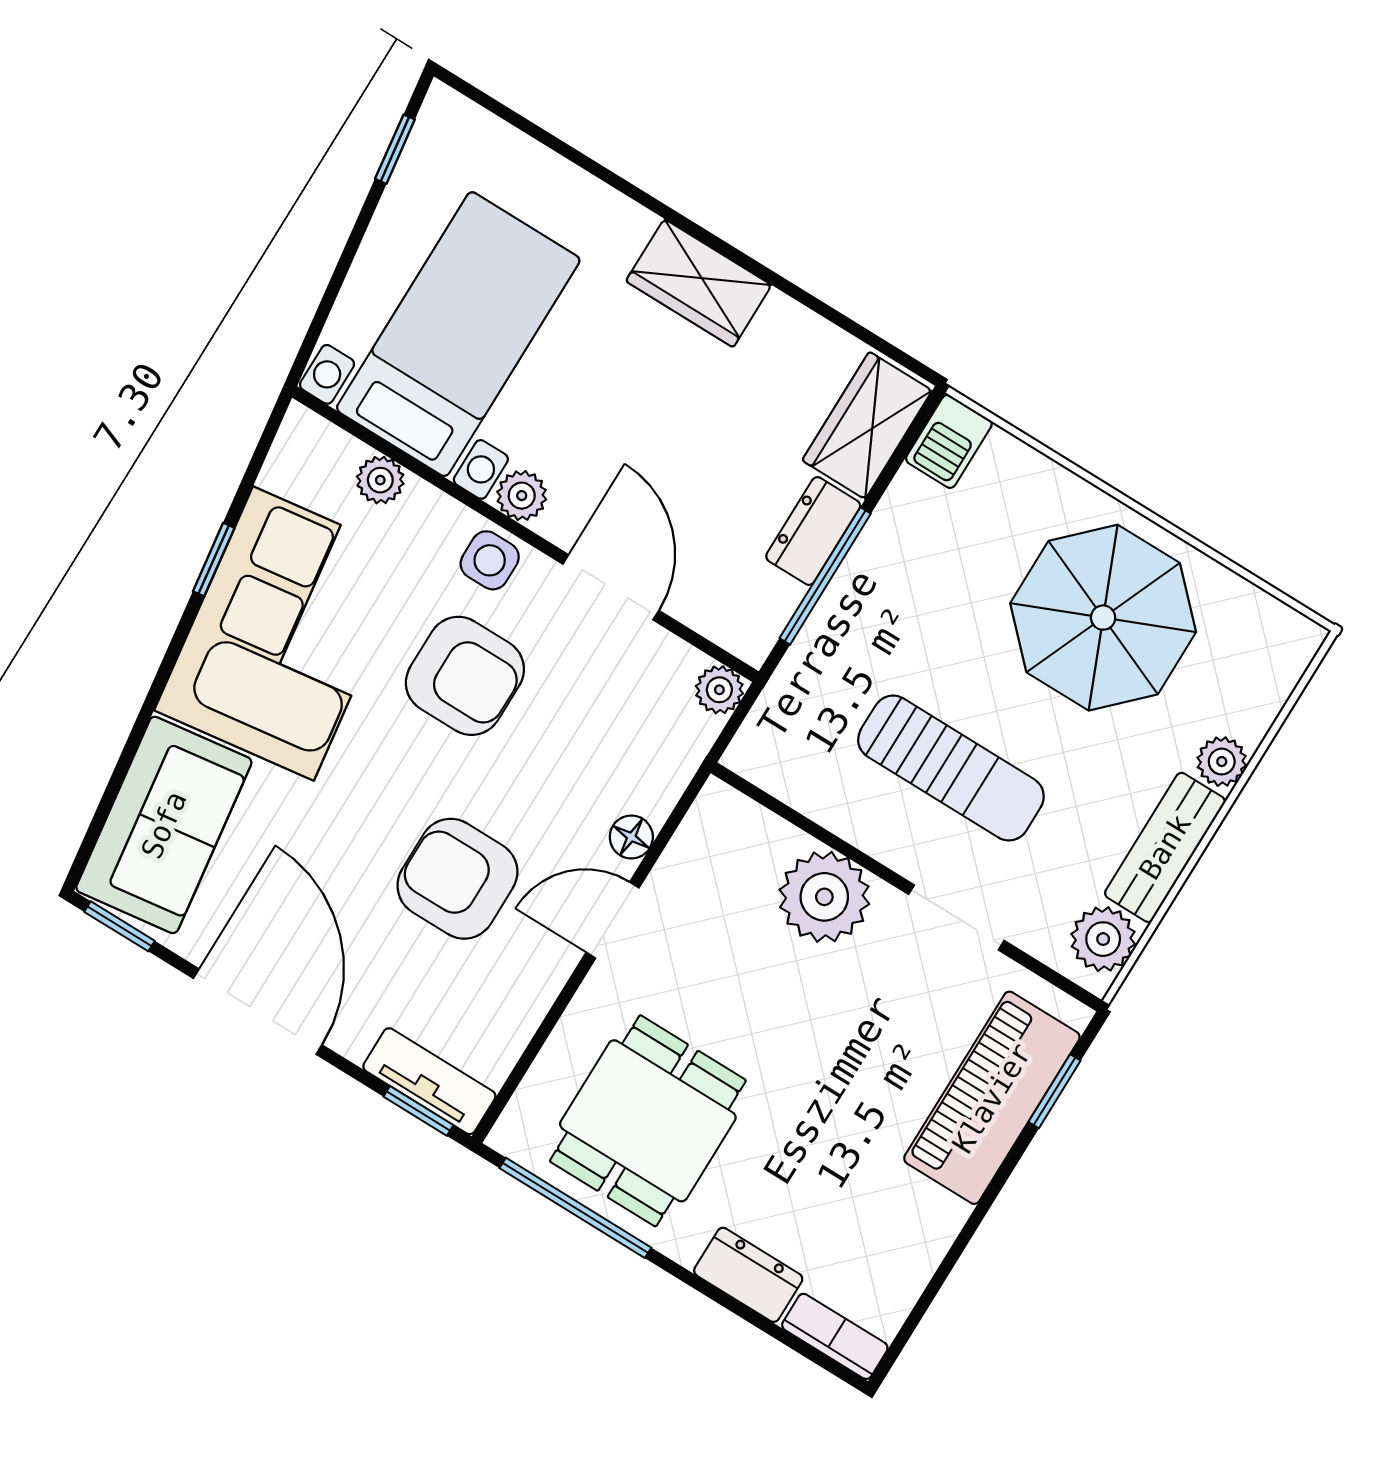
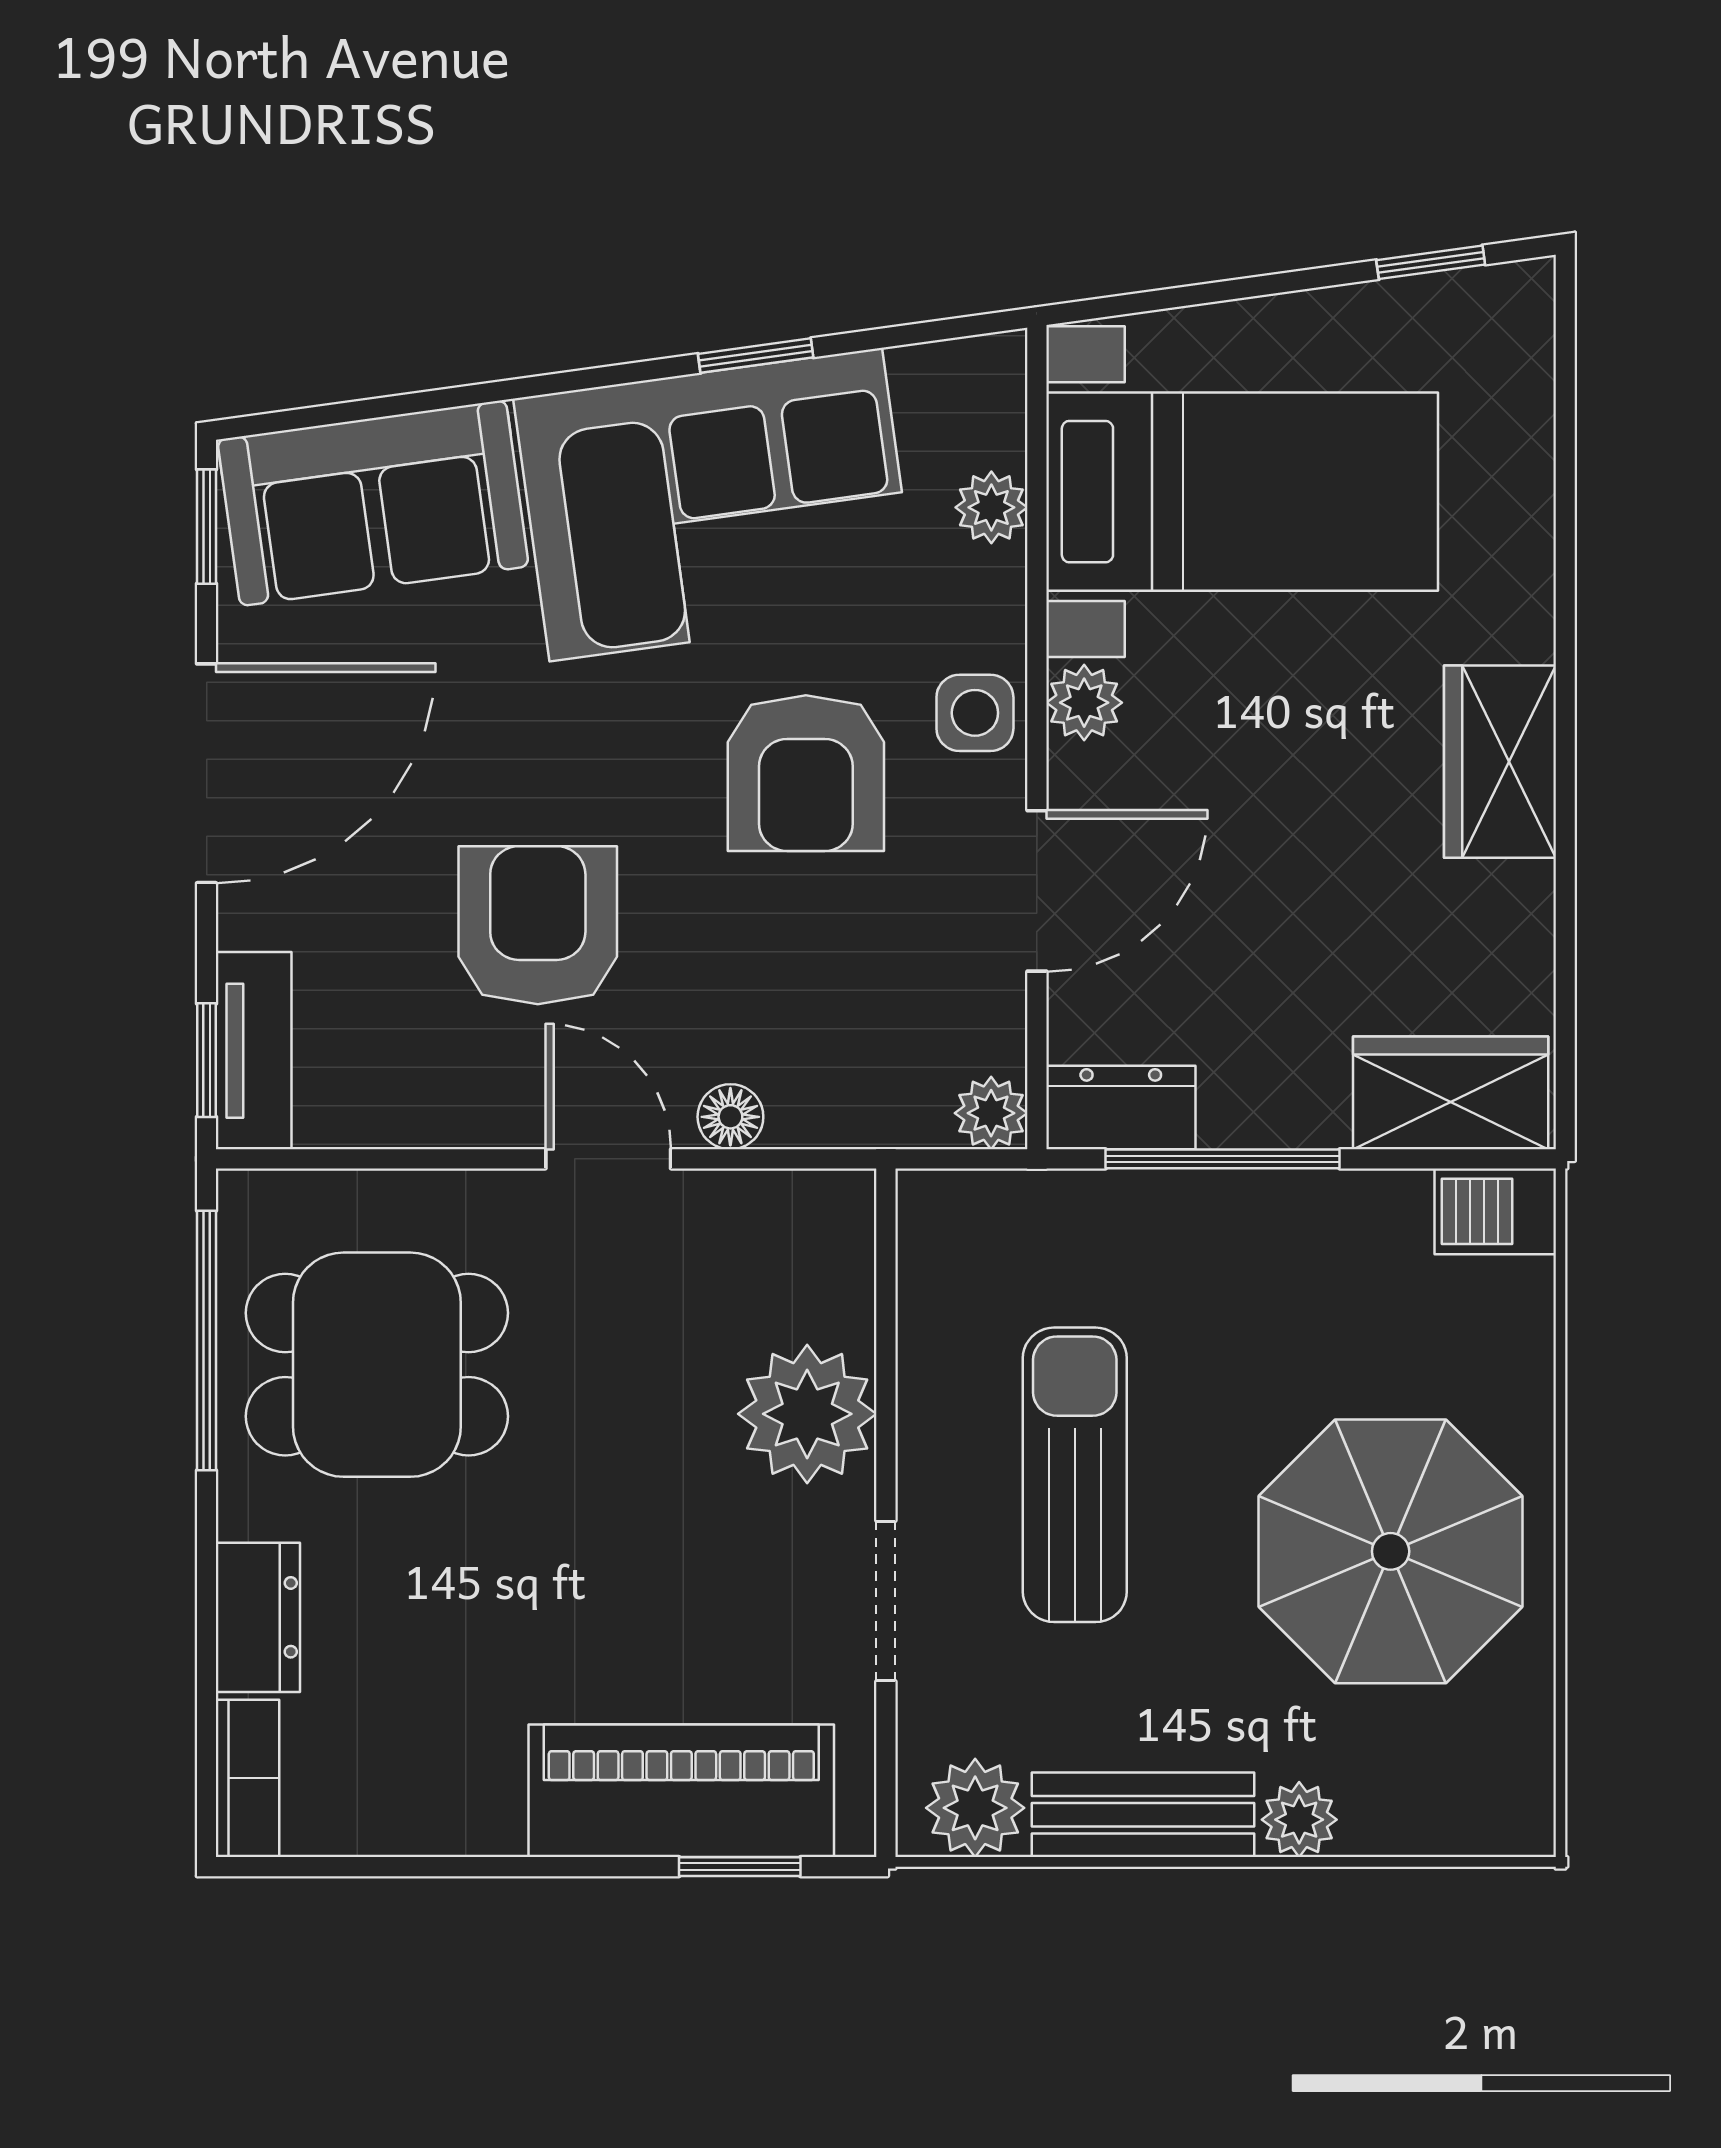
dresser: (813, 531) -> (1121, 1108), moved
sun lounger: (951, 768) -> (1075, 1475), turned 180

